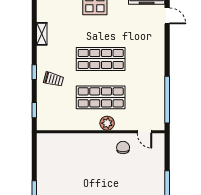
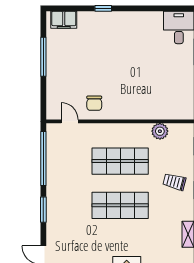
window: (167, 55) -> (43, 210), added
plant: (107, 123) -> (160, 131), moved

